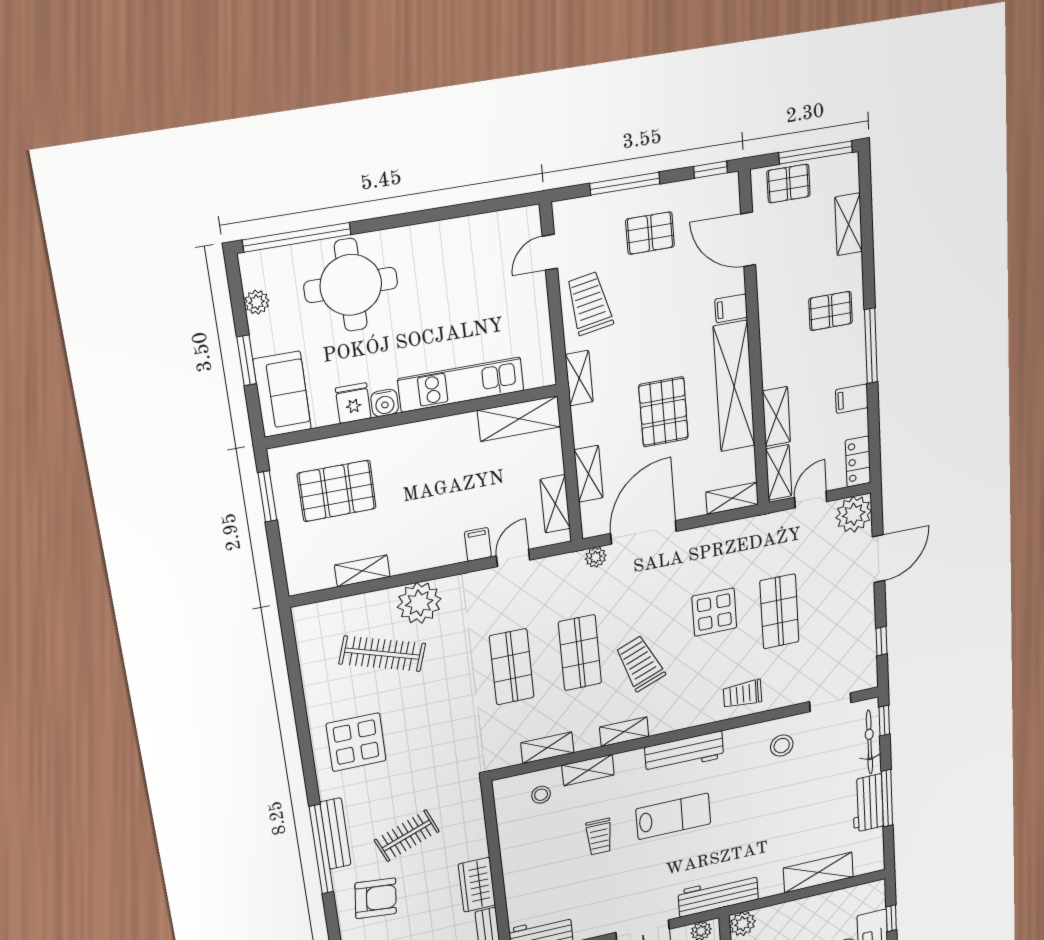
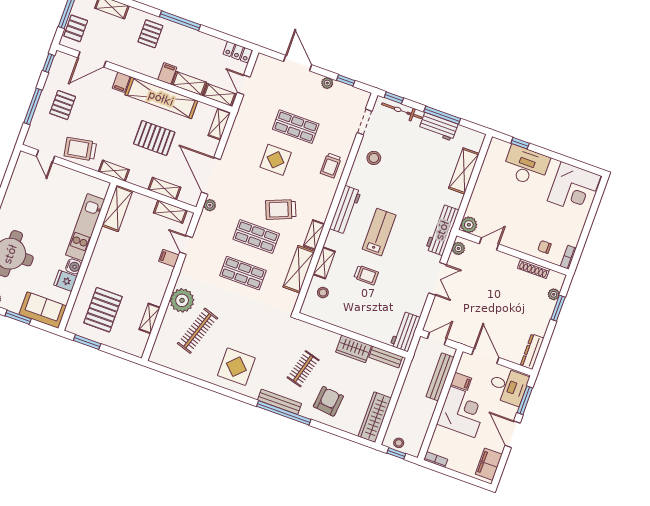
filing cabinet: (852, 399) -> (167, 73), moved, turned 180
plant: (854, 514) -> (327, 83), moved, width x0.53, depth x0.53
shelving: (547, 748) -> (299, 269), width x1.50, depth x1.33
clothes rail: (407, 836) -> (303, 369), turned 36

